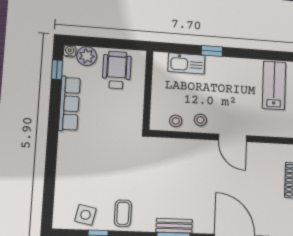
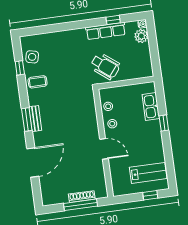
window: (57, 70) -> (113, 20), moved
wheelchair: (117, 70) -> (105, 66), moved, turned 38
door: (232, 138) -> (104, 149), swing flipped

